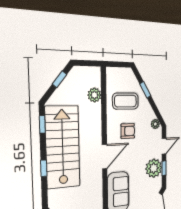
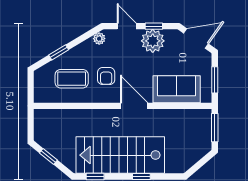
plant: (94, 95) -> (65, 117), removed
coffee table: (125, 101) -> (72, 79), turned 90
armchair: (128, 131) -> (106, 76), turned 180

